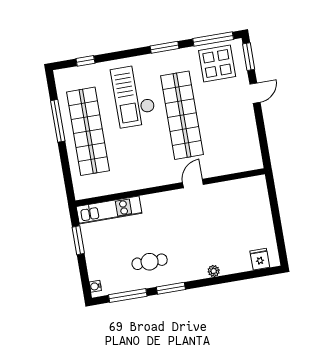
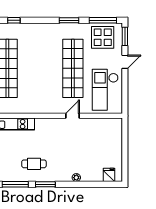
checkout: (134, 96) -> (105, 90), moved

